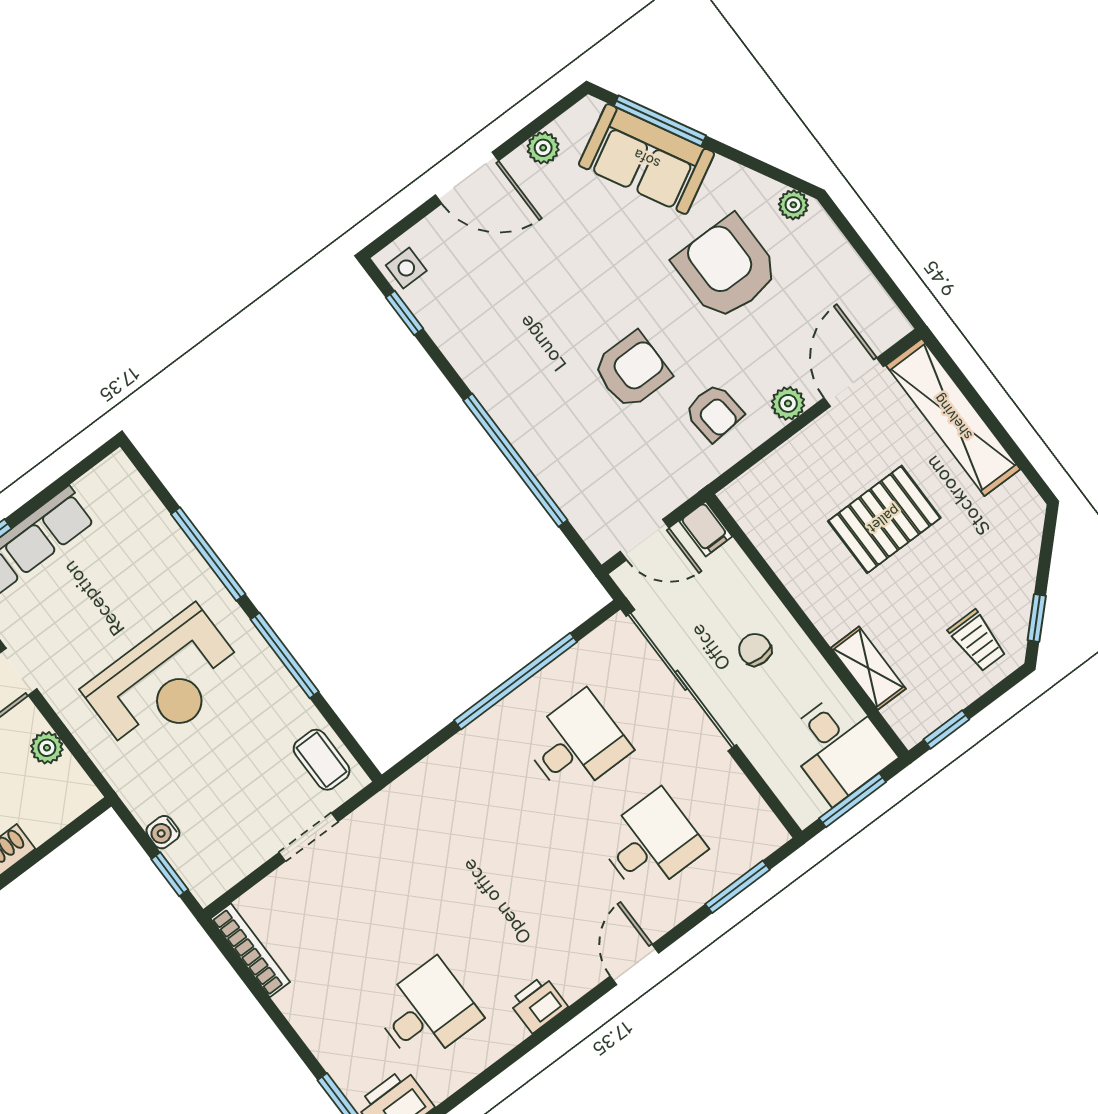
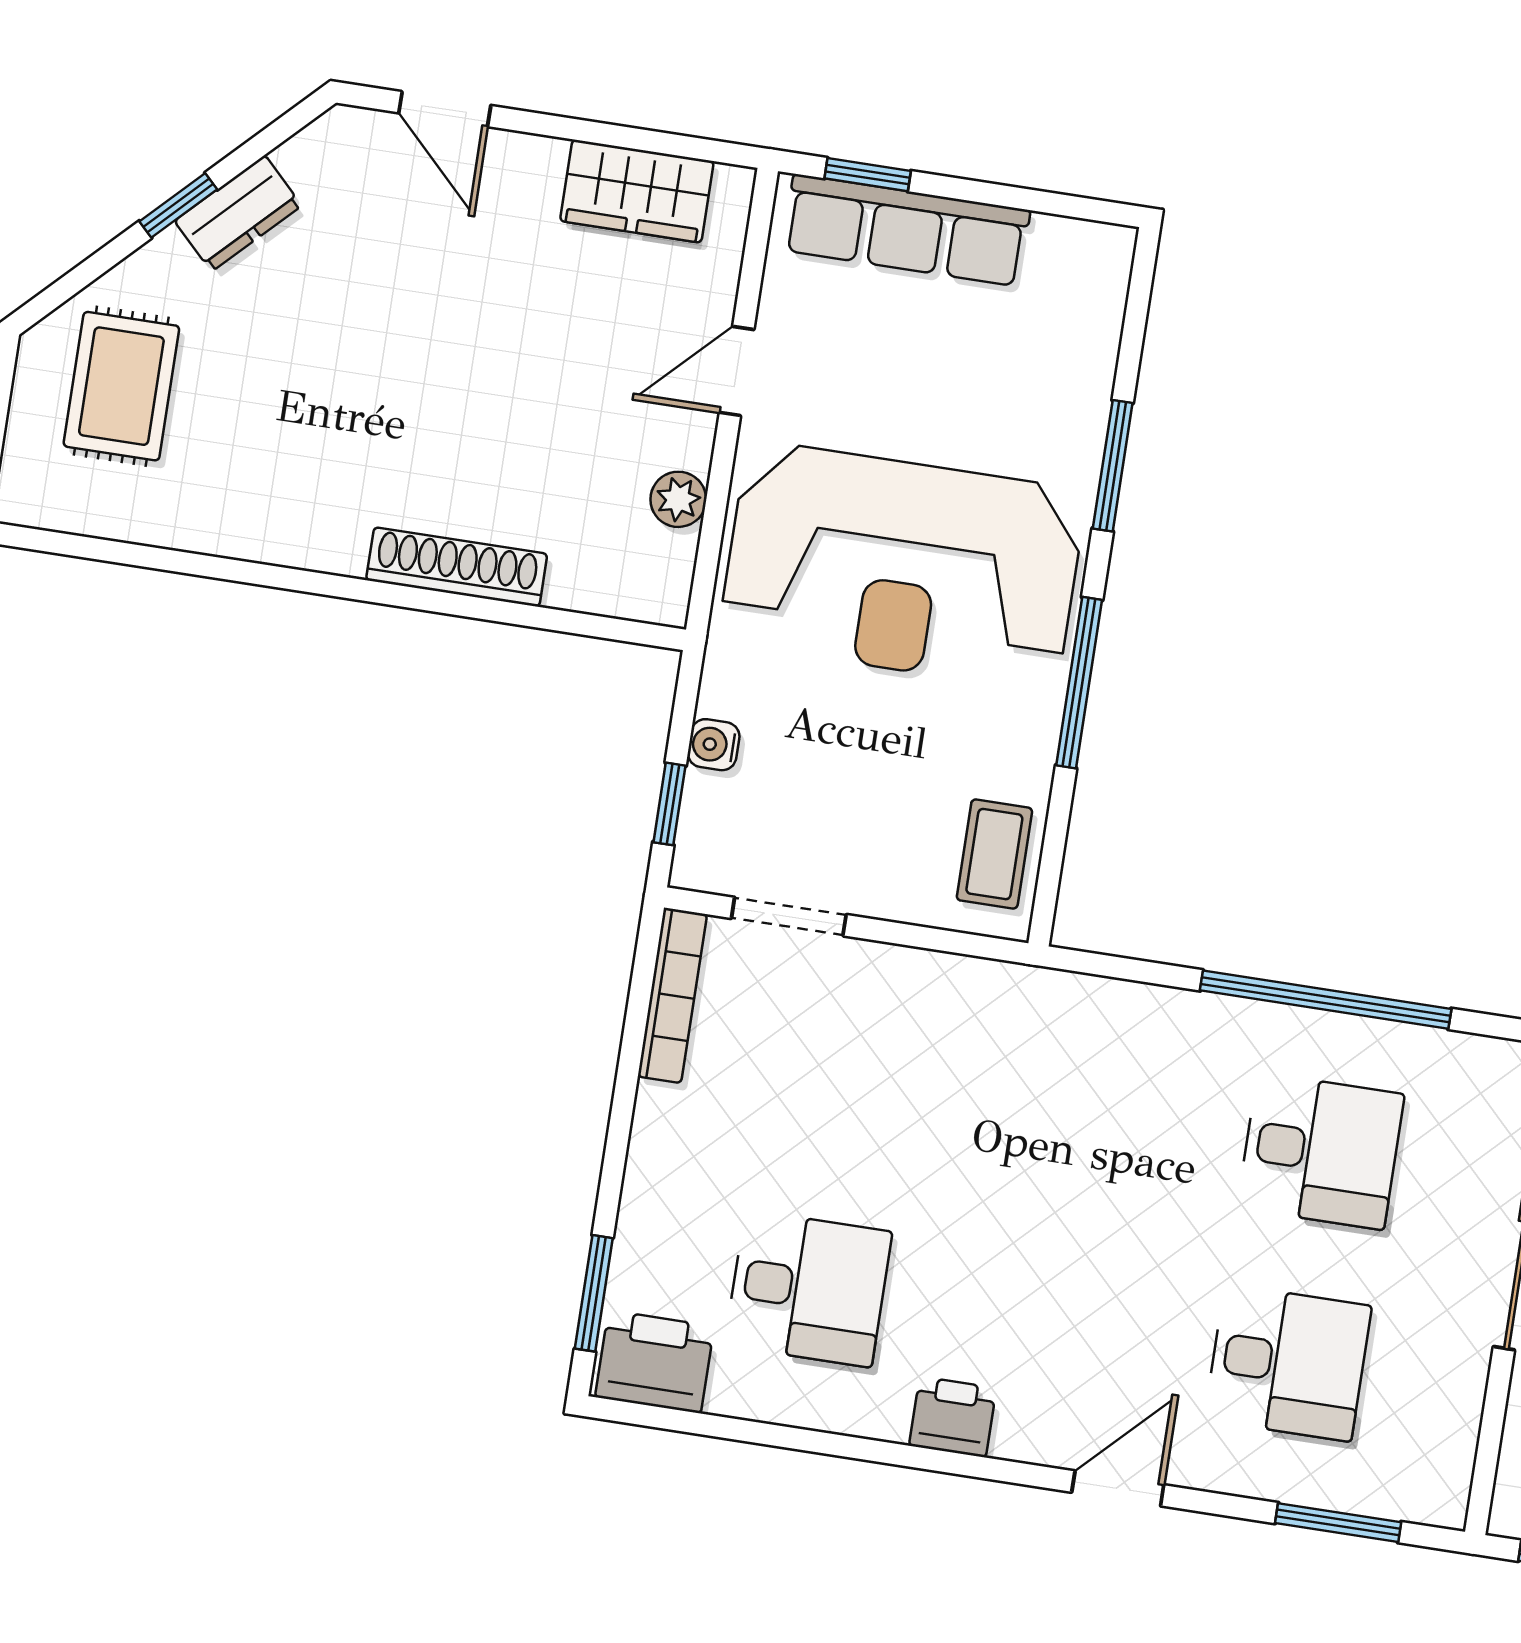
window: (208, 554) -> (1113, 466), width x0.69
reception desk: (165, 682) -> (902, 566), width x1.36, depth x1.30
doorway: (309, 837) -> (789, 917), moved

